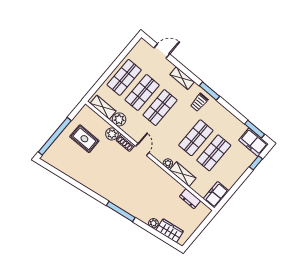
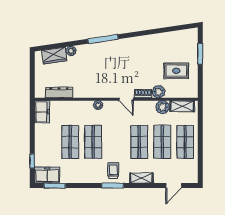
window: (55, 136) -> (200, 54), width x0.47
shelving: (183, 174) -> (80, 106), removed
dresser: (190, 199) -> (59, 93), width x1.44

